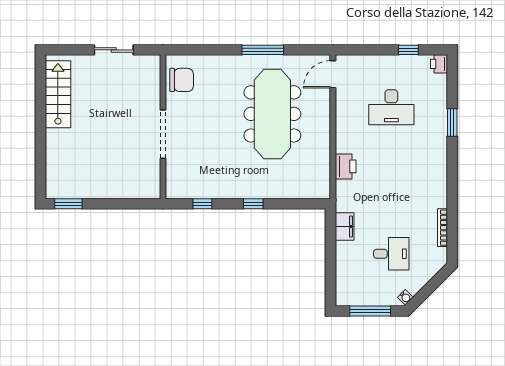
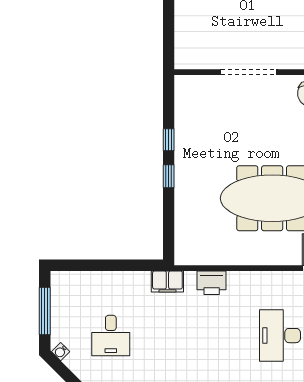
window: (202, 204) -> (169, 140), moved
filing cabinet: (345, 227) -> (167, 281), moved

